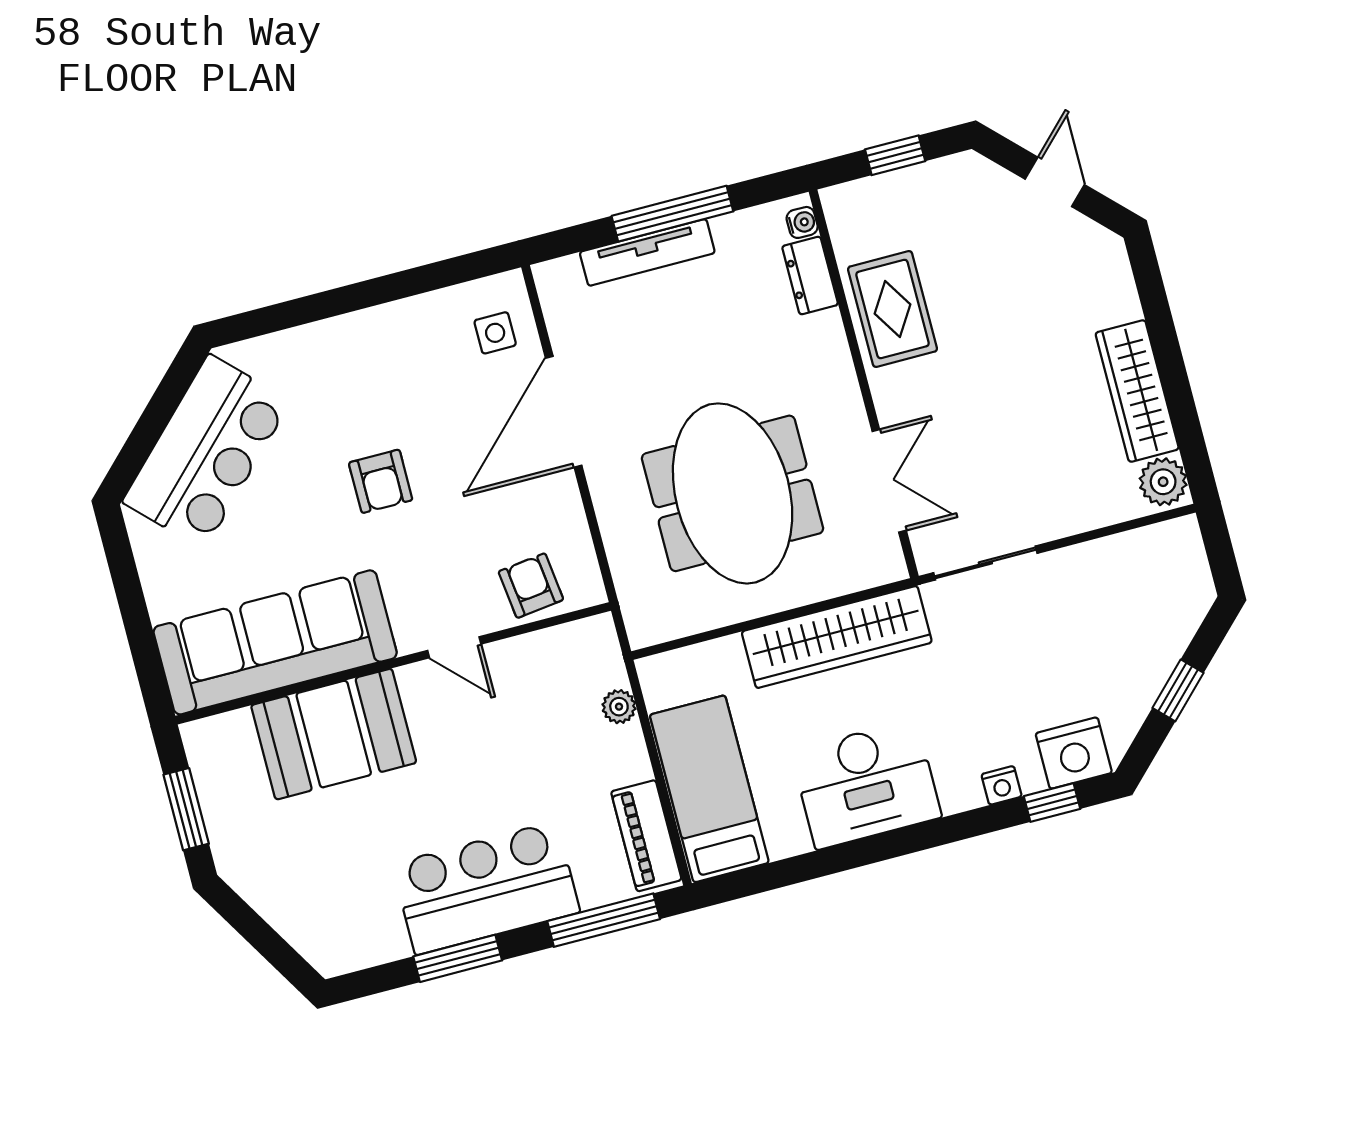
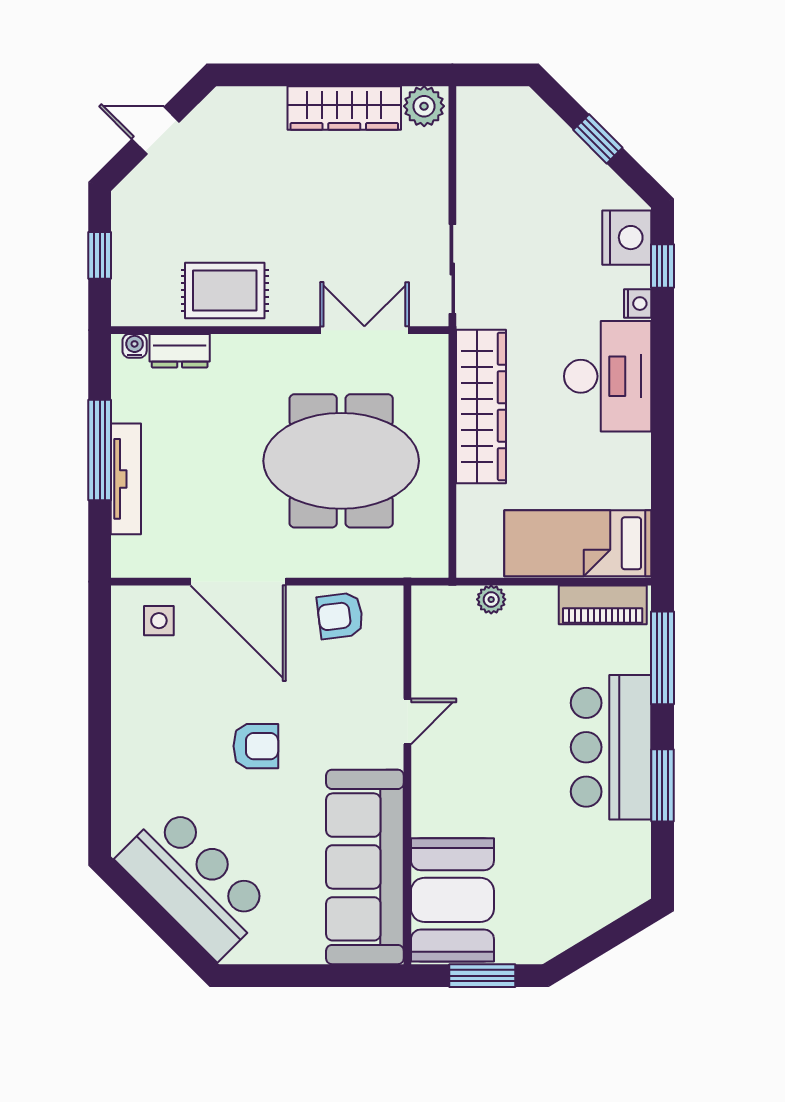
armchair: (531, 586) -> (340, 616), moved
booth: (334, 734) -> (452, 900), moved
desk: (866, 784) -> (608, 376), moved

